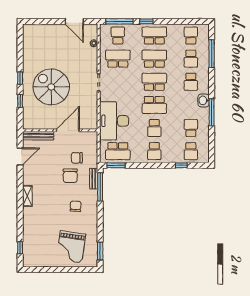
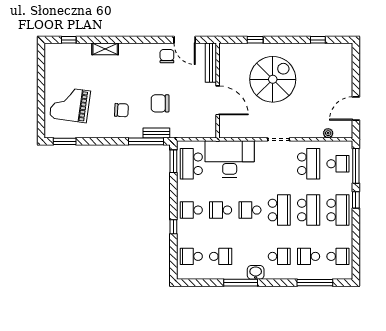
window: (20, 78) -> (318, 40), moved
school desk: (191, 82) -> (279, 256), turned 180
school desk: (154, 105) -> (250, 210), width x0.54
chair: (77, 158) -> (167, 56), moved
window: (181, 165) -> (173, 227), moved
shelving: (27, 196) -> (105, 49), moved

